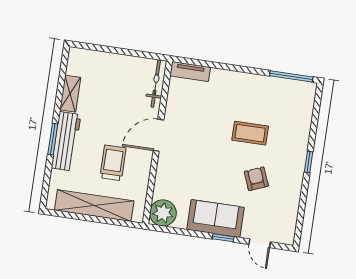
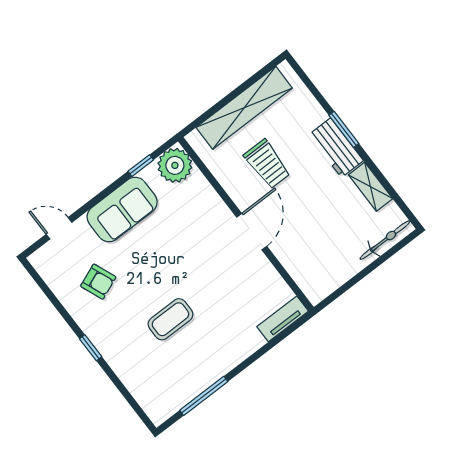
window: (291, 76) -> (204, 396), moved
bicycle: (156, 83) -> (385, 240), moved, turned -90
workbench: (66, 141) -> (336, 148), width x0.73
armchair: (256, 179) -> (98, 282), moved
window: (223, 238) -> (141, 166), moved

